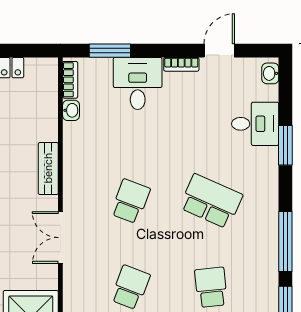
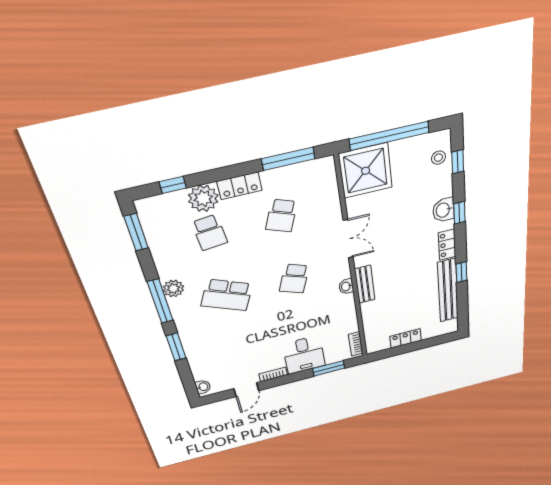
washbasin: (71, 110) -> (346, 286), moved
desk: (255, 124) -> (205, 354), removed
plant: (267, 228) -> (173, 288), added
window: (285, 242) -> (160, 301), moved

